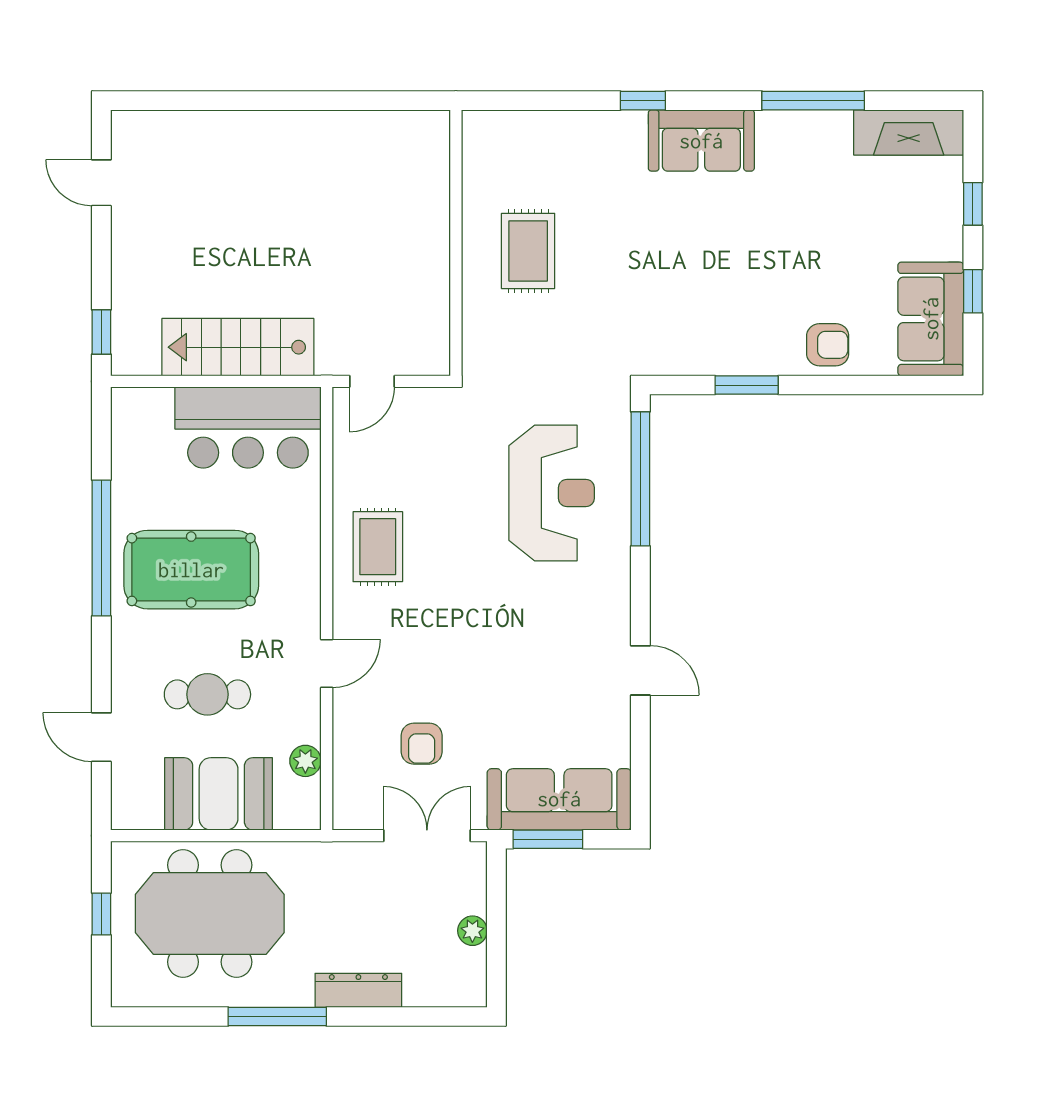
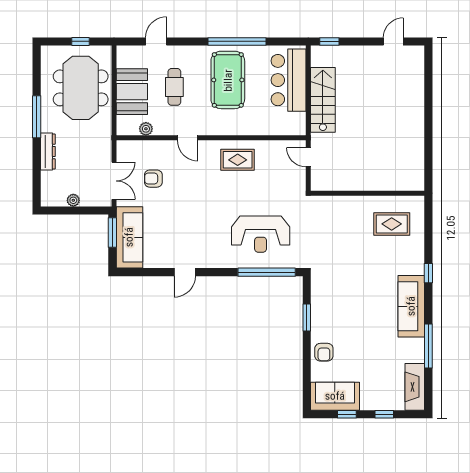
sofa: (701, 141) -> (411, 306), width x1.36
rug: (528, 251) -> (392, 224), moved
bar counter: (248, 427) -> (289, 80), moved

